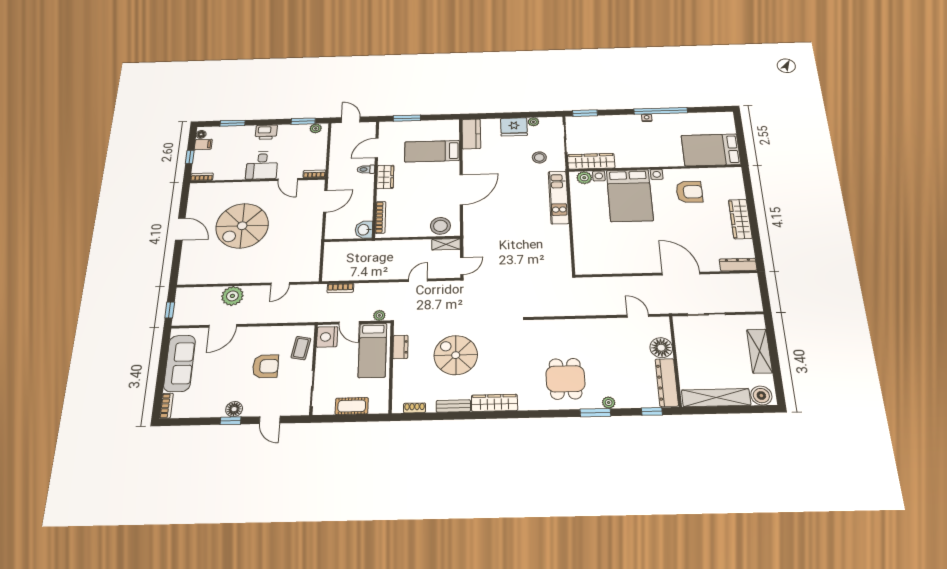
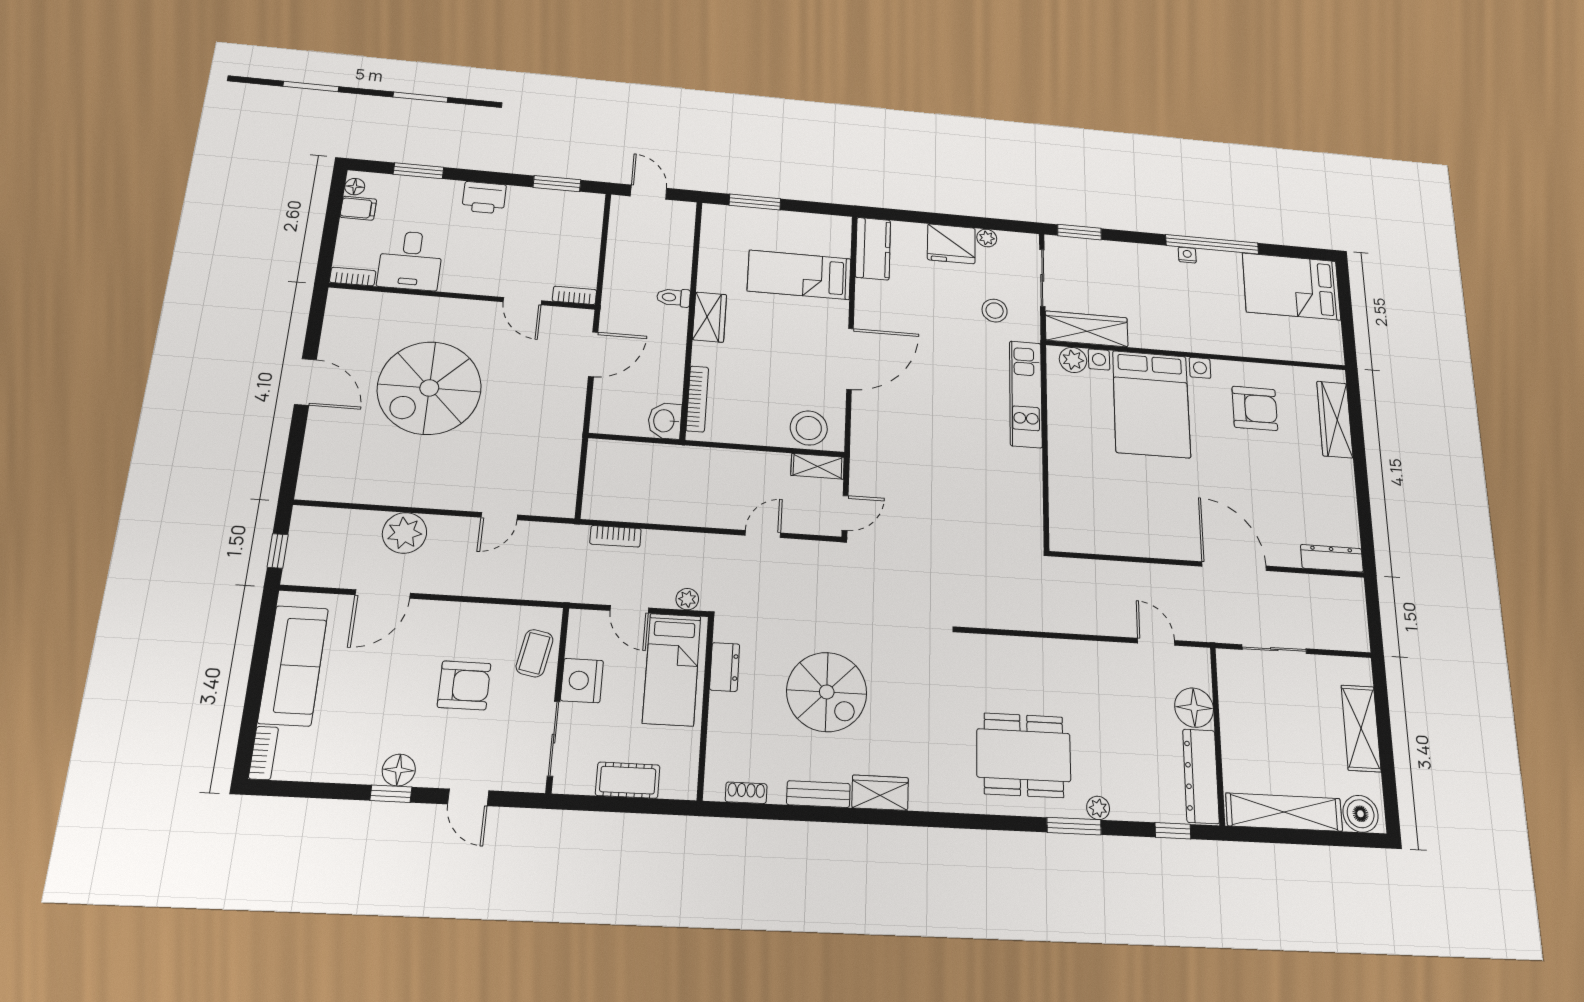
plant: (316, 128) -> (581, 202), removed
door: (377, 148) -> (696, 256), removed
bed: (711, 150) -> (1291, 286), moved
window: (190, 157) -> (330, 231), removed
desk: (262, 165) -> (410, 260), moved
wardrobe: (740, 219) -> (1335, 419), moved
nightstand: (327, 337) -> (582, 681), moved
spiral stairs: (456, 355) -> (827, 692), turned 180
dining table: (565, 379) -> (1024, 755), width x1.37
wardrobe: (494, 403) -> (880, 793), width x0.67

